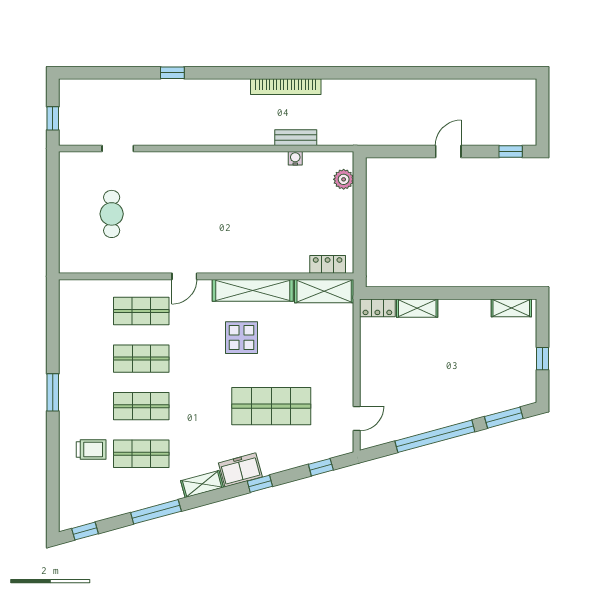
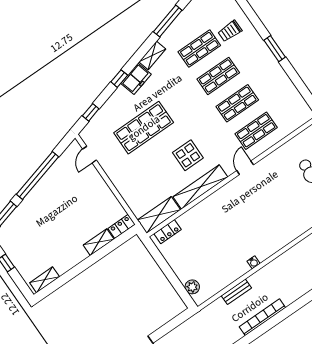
water cooler: (295, 158) -> (254, 262), moved

